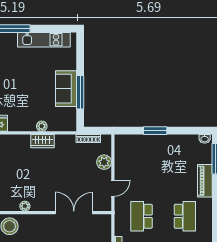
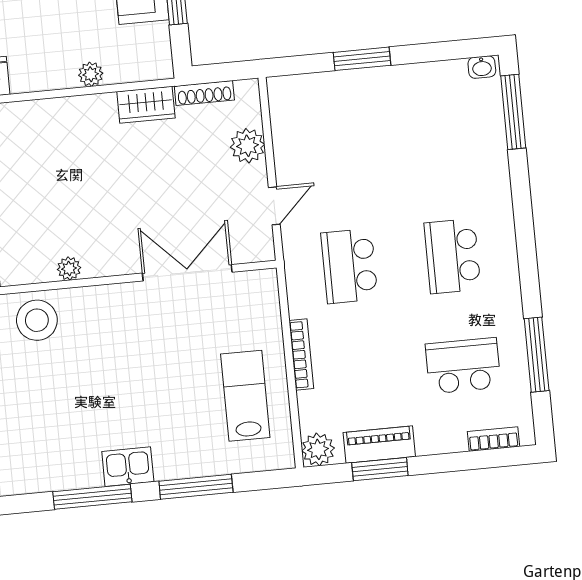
wardrobe: (42, 141) -> (146, 105), moved
piano: (205, 181) -> (492, 167), removed
school desk: (185, 216) -> (452, 256), turned 180

